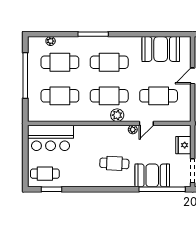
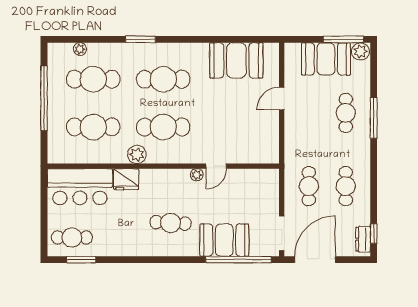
window: (93, 34) -> (141, 39), width x0.69
cafe table: (159, 96) -> (233, 127), removed
plant: (117, 115) -> (137, 154), moved
fridge: (183, 145) -> (126, 179), moved, turned -90

